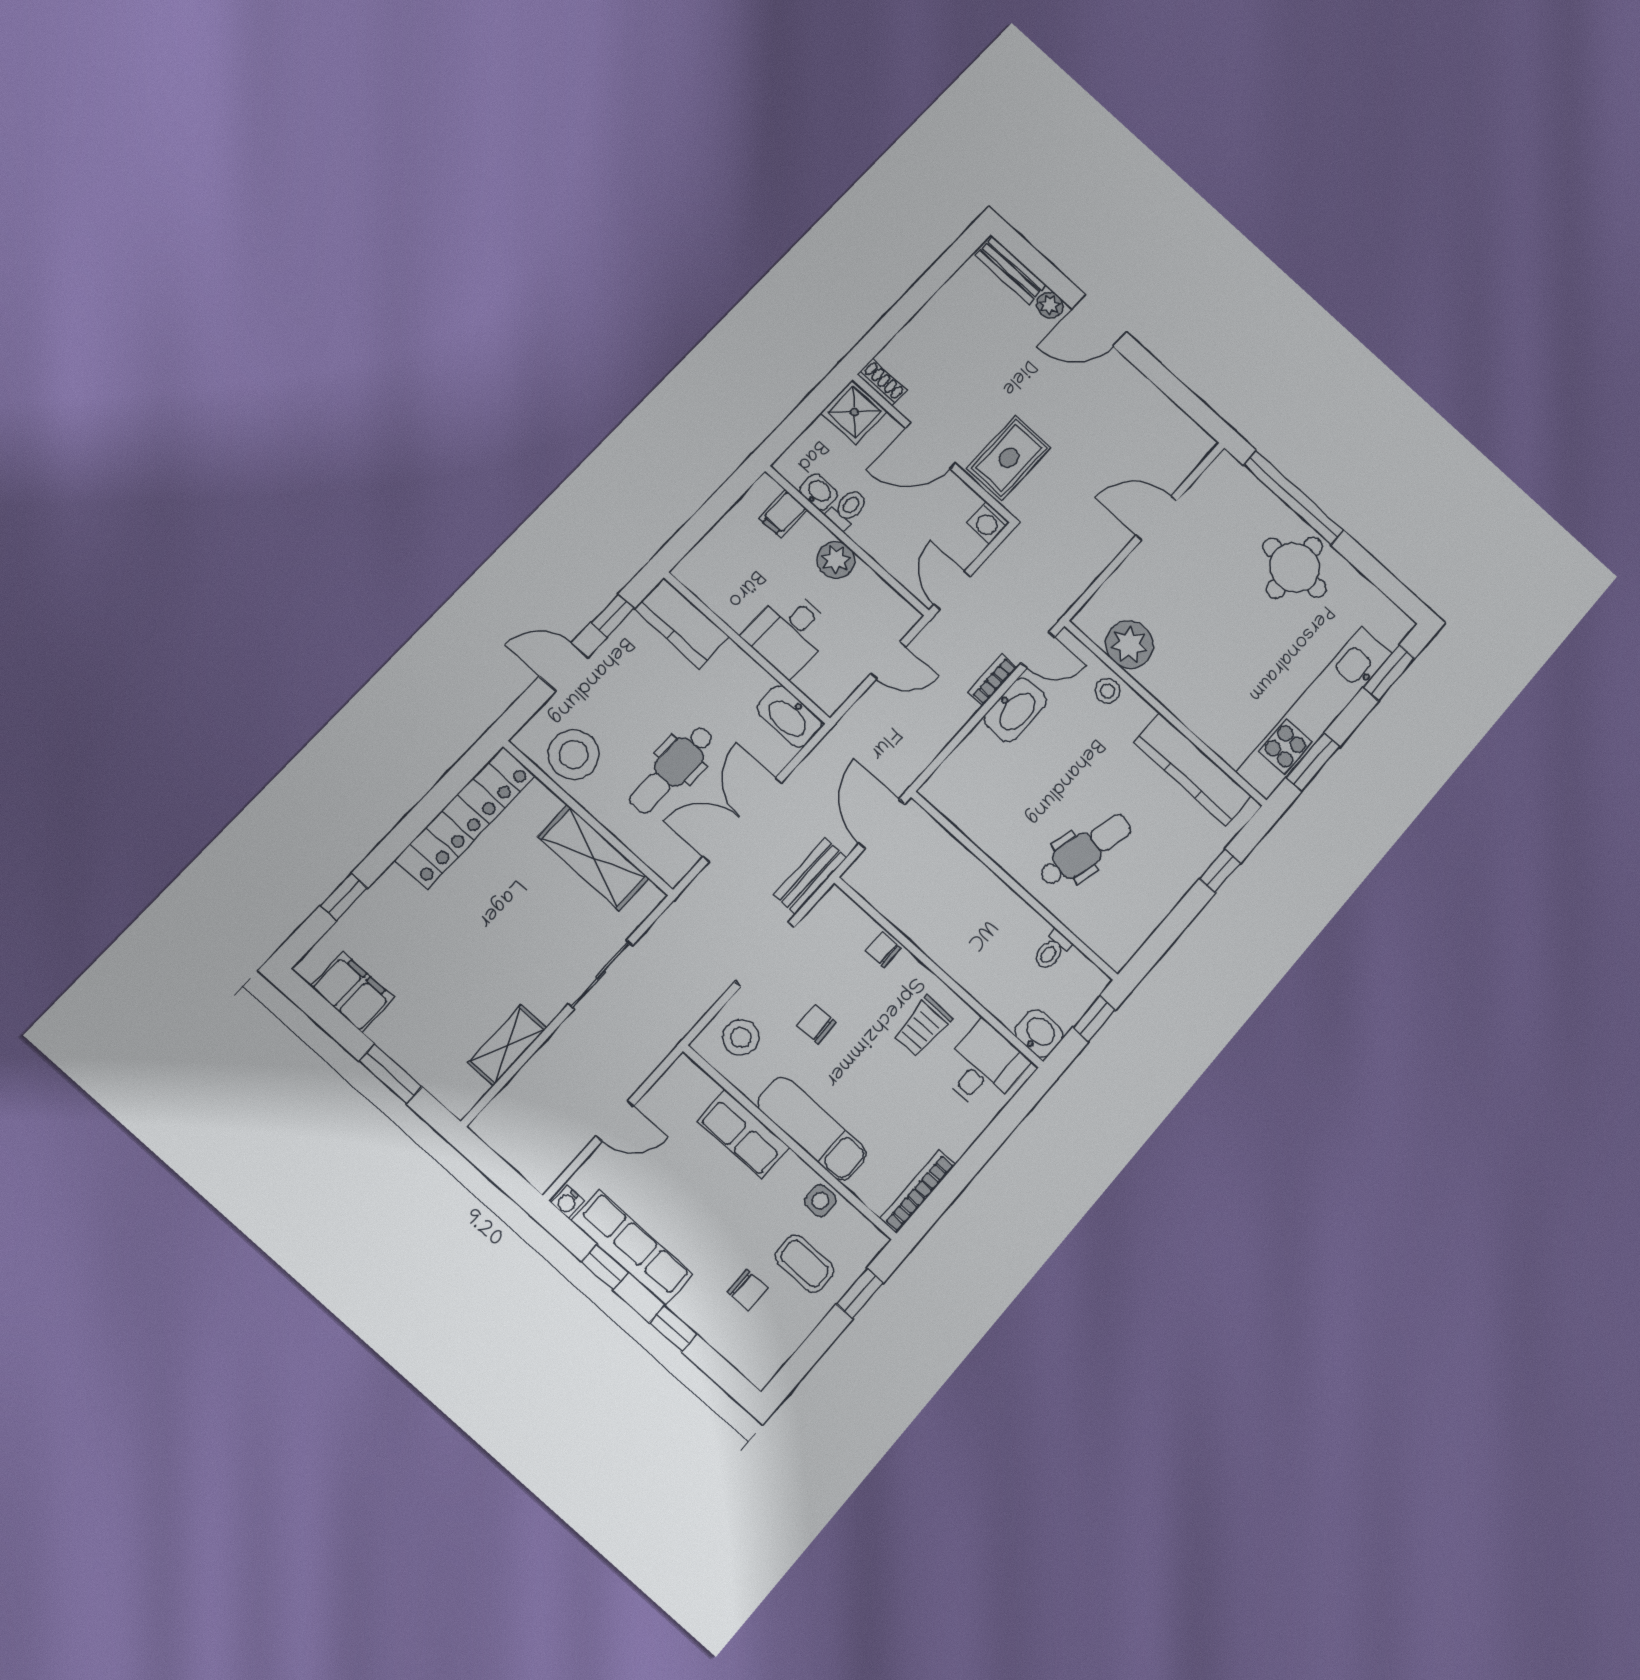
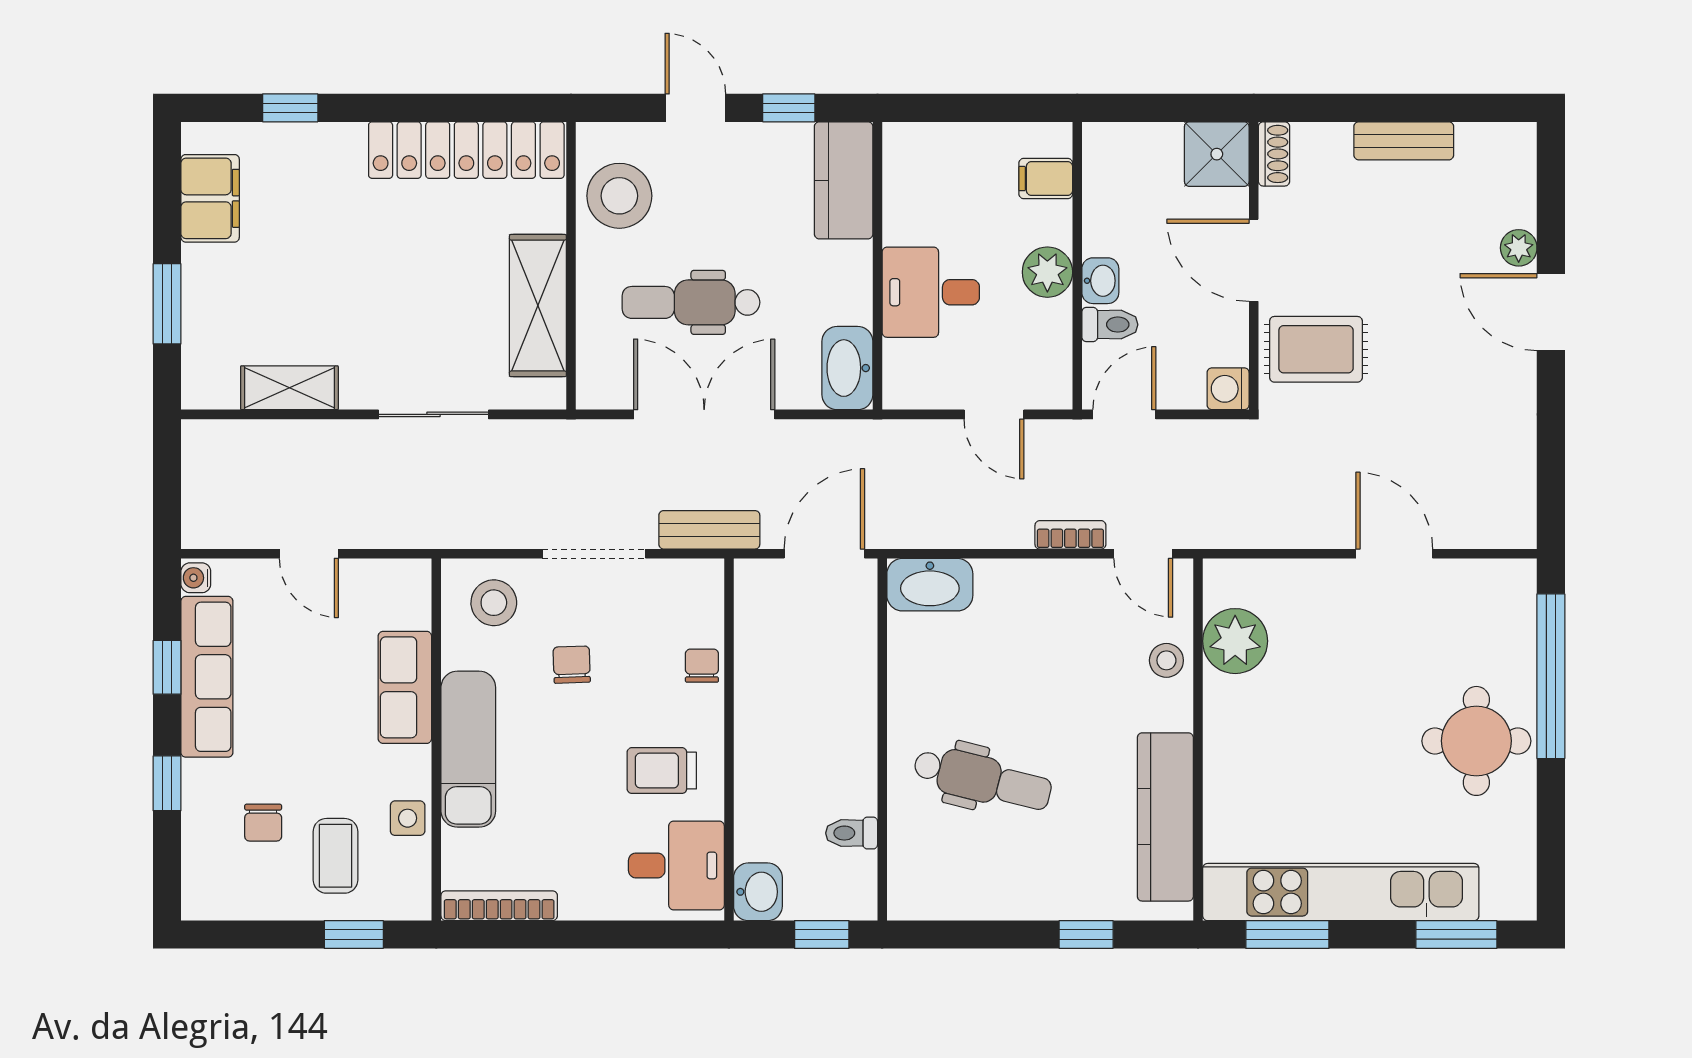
bench: (1011, 270) -> (1404, 141), moved, turned 90
washbasin: (818, 492) -> (1100, 281), moved
toilet: (847, 509) -> (1110, 325), moved
washbasin: (1015, 710) -> (930, 585), moved

